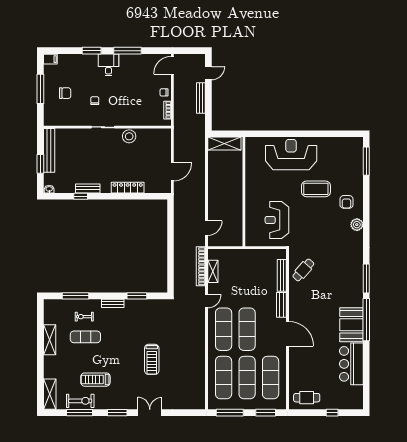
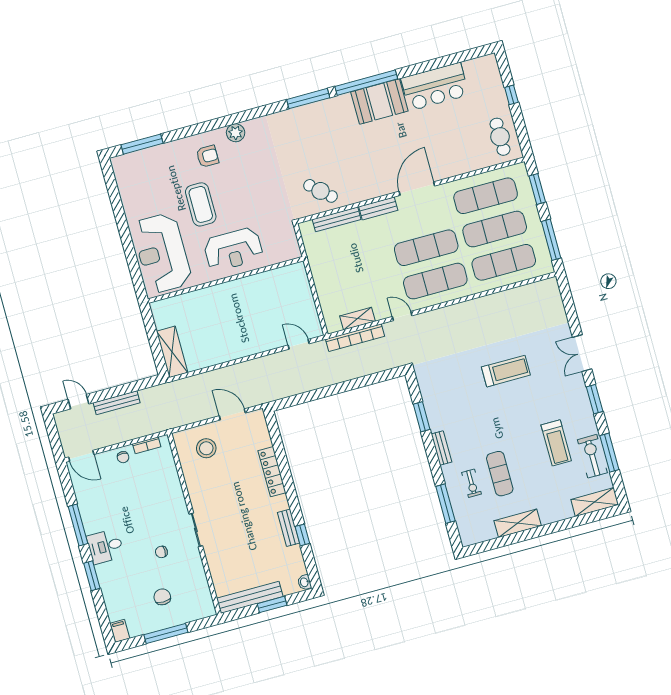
stool: (129, 136) -> (206, 448), moved
wall: (244, 192) -> (226, 280), moved
reception desk: (277, 220) -> (233, 249), moved

